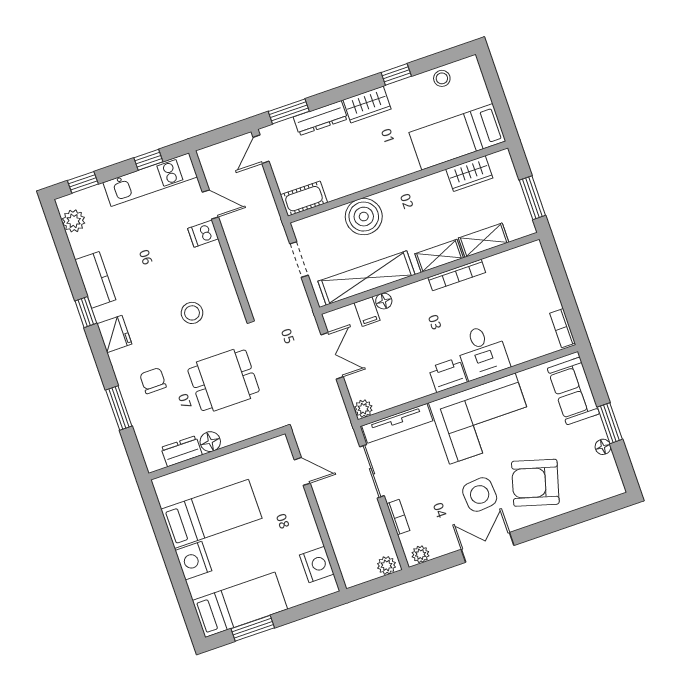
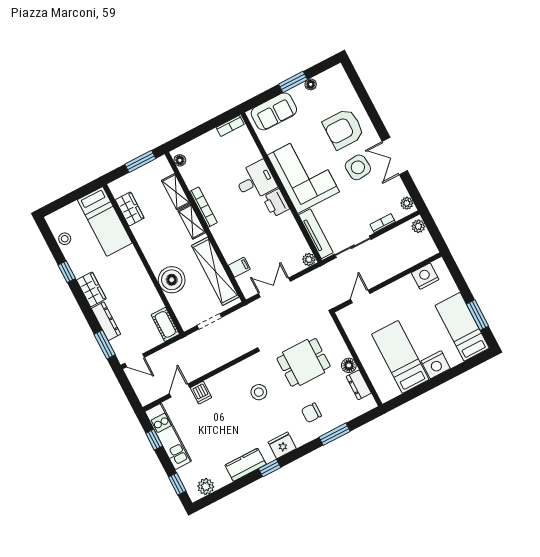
floor lamp: (384, 301) -> (180, 160), moved
dining table: (224, 380) -> (304, 362), turned 90
armchair: (535, 483) -> (343, 129), turned 74

